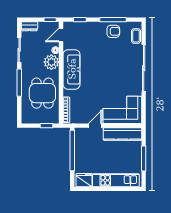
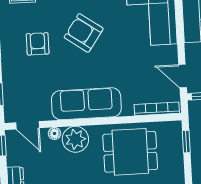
armchair: (113, 31) -> (38, 44), moved
armchair: (112, 70) -> (84, 33), added
door: (95, 126) -> (183, 76), moved

